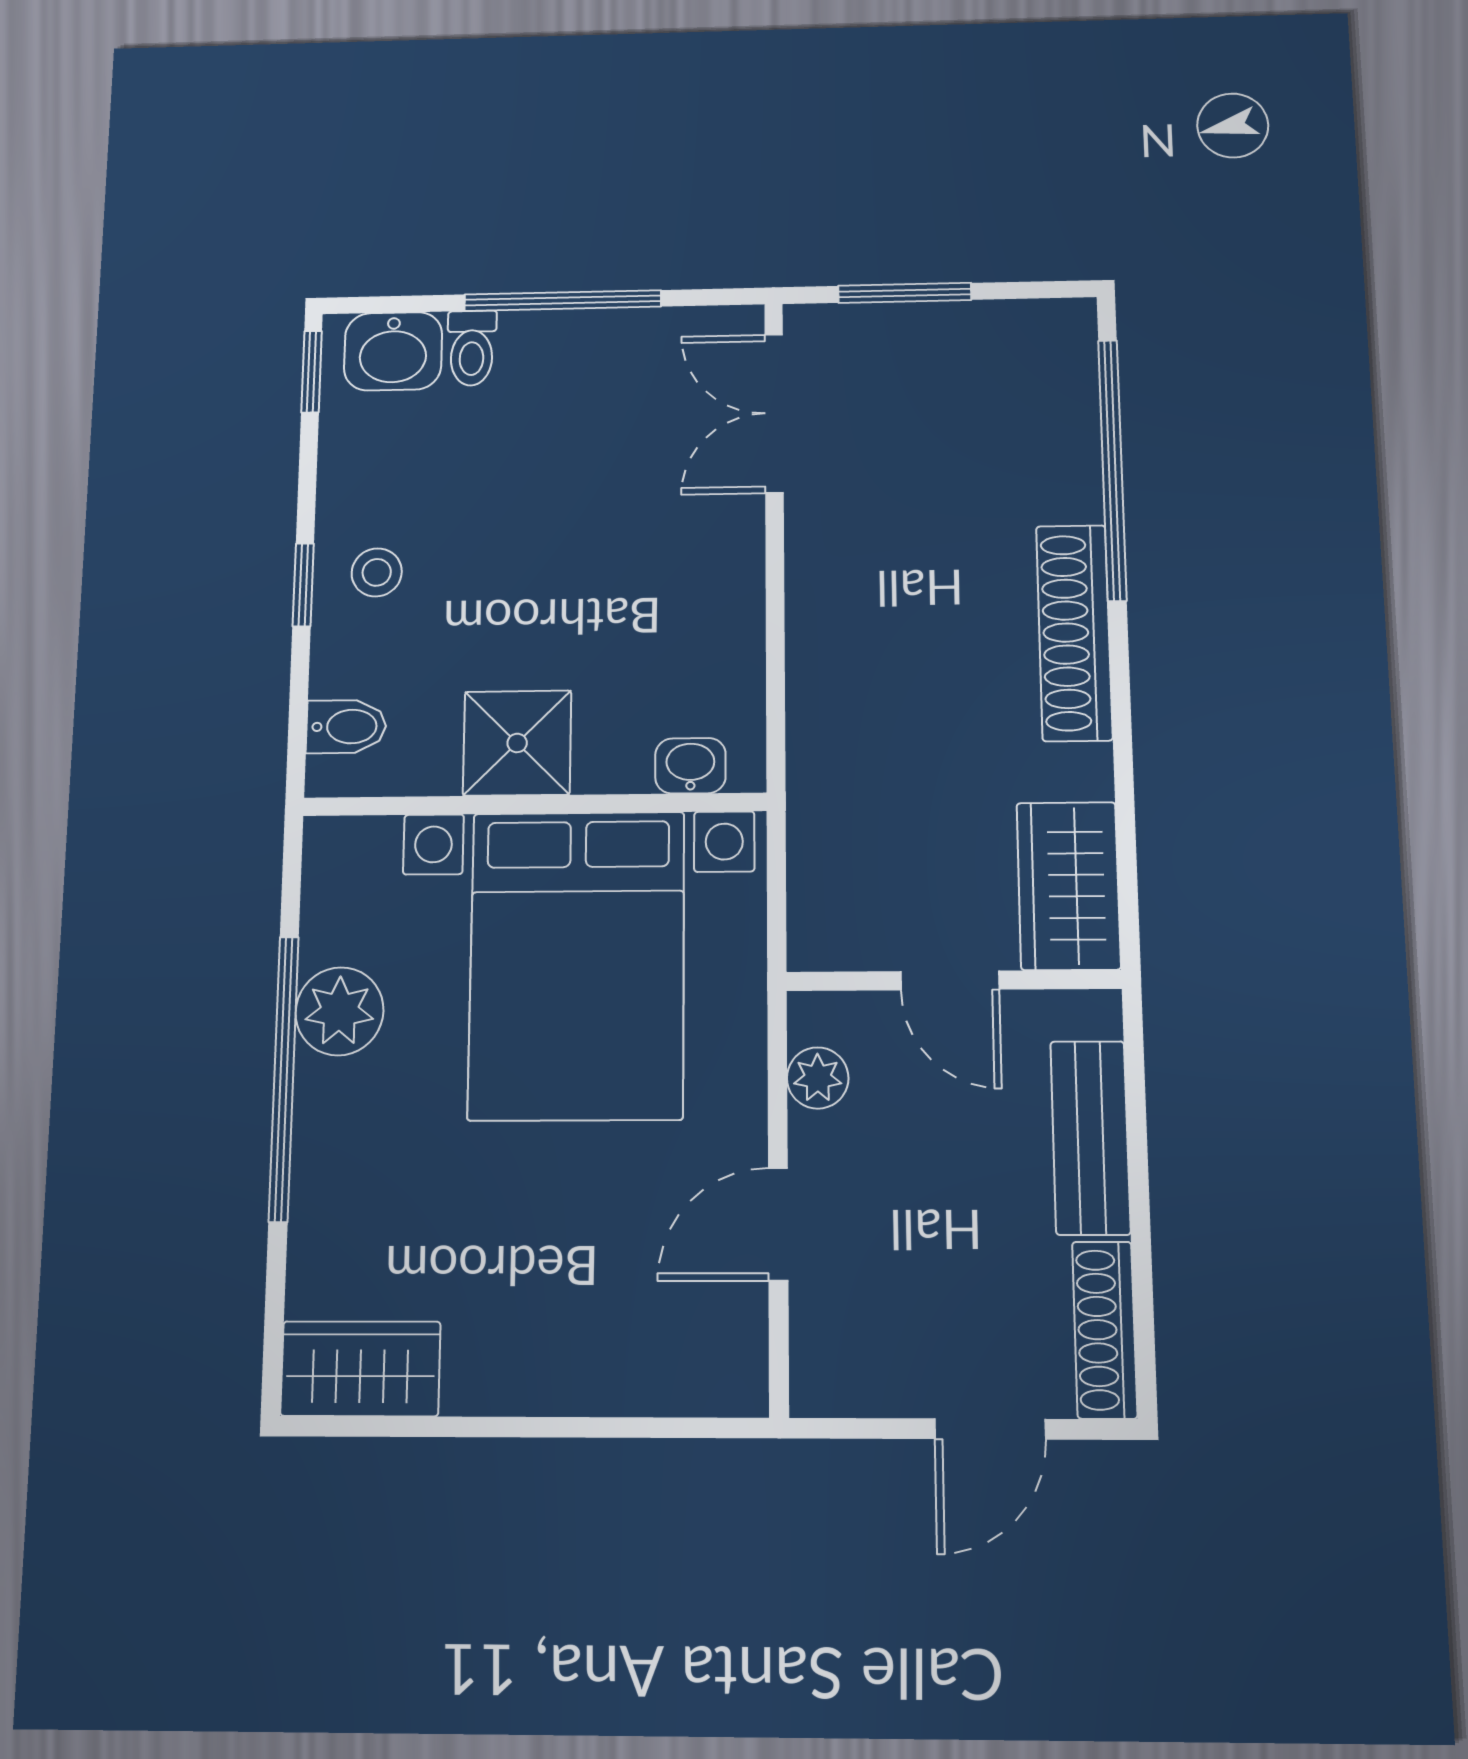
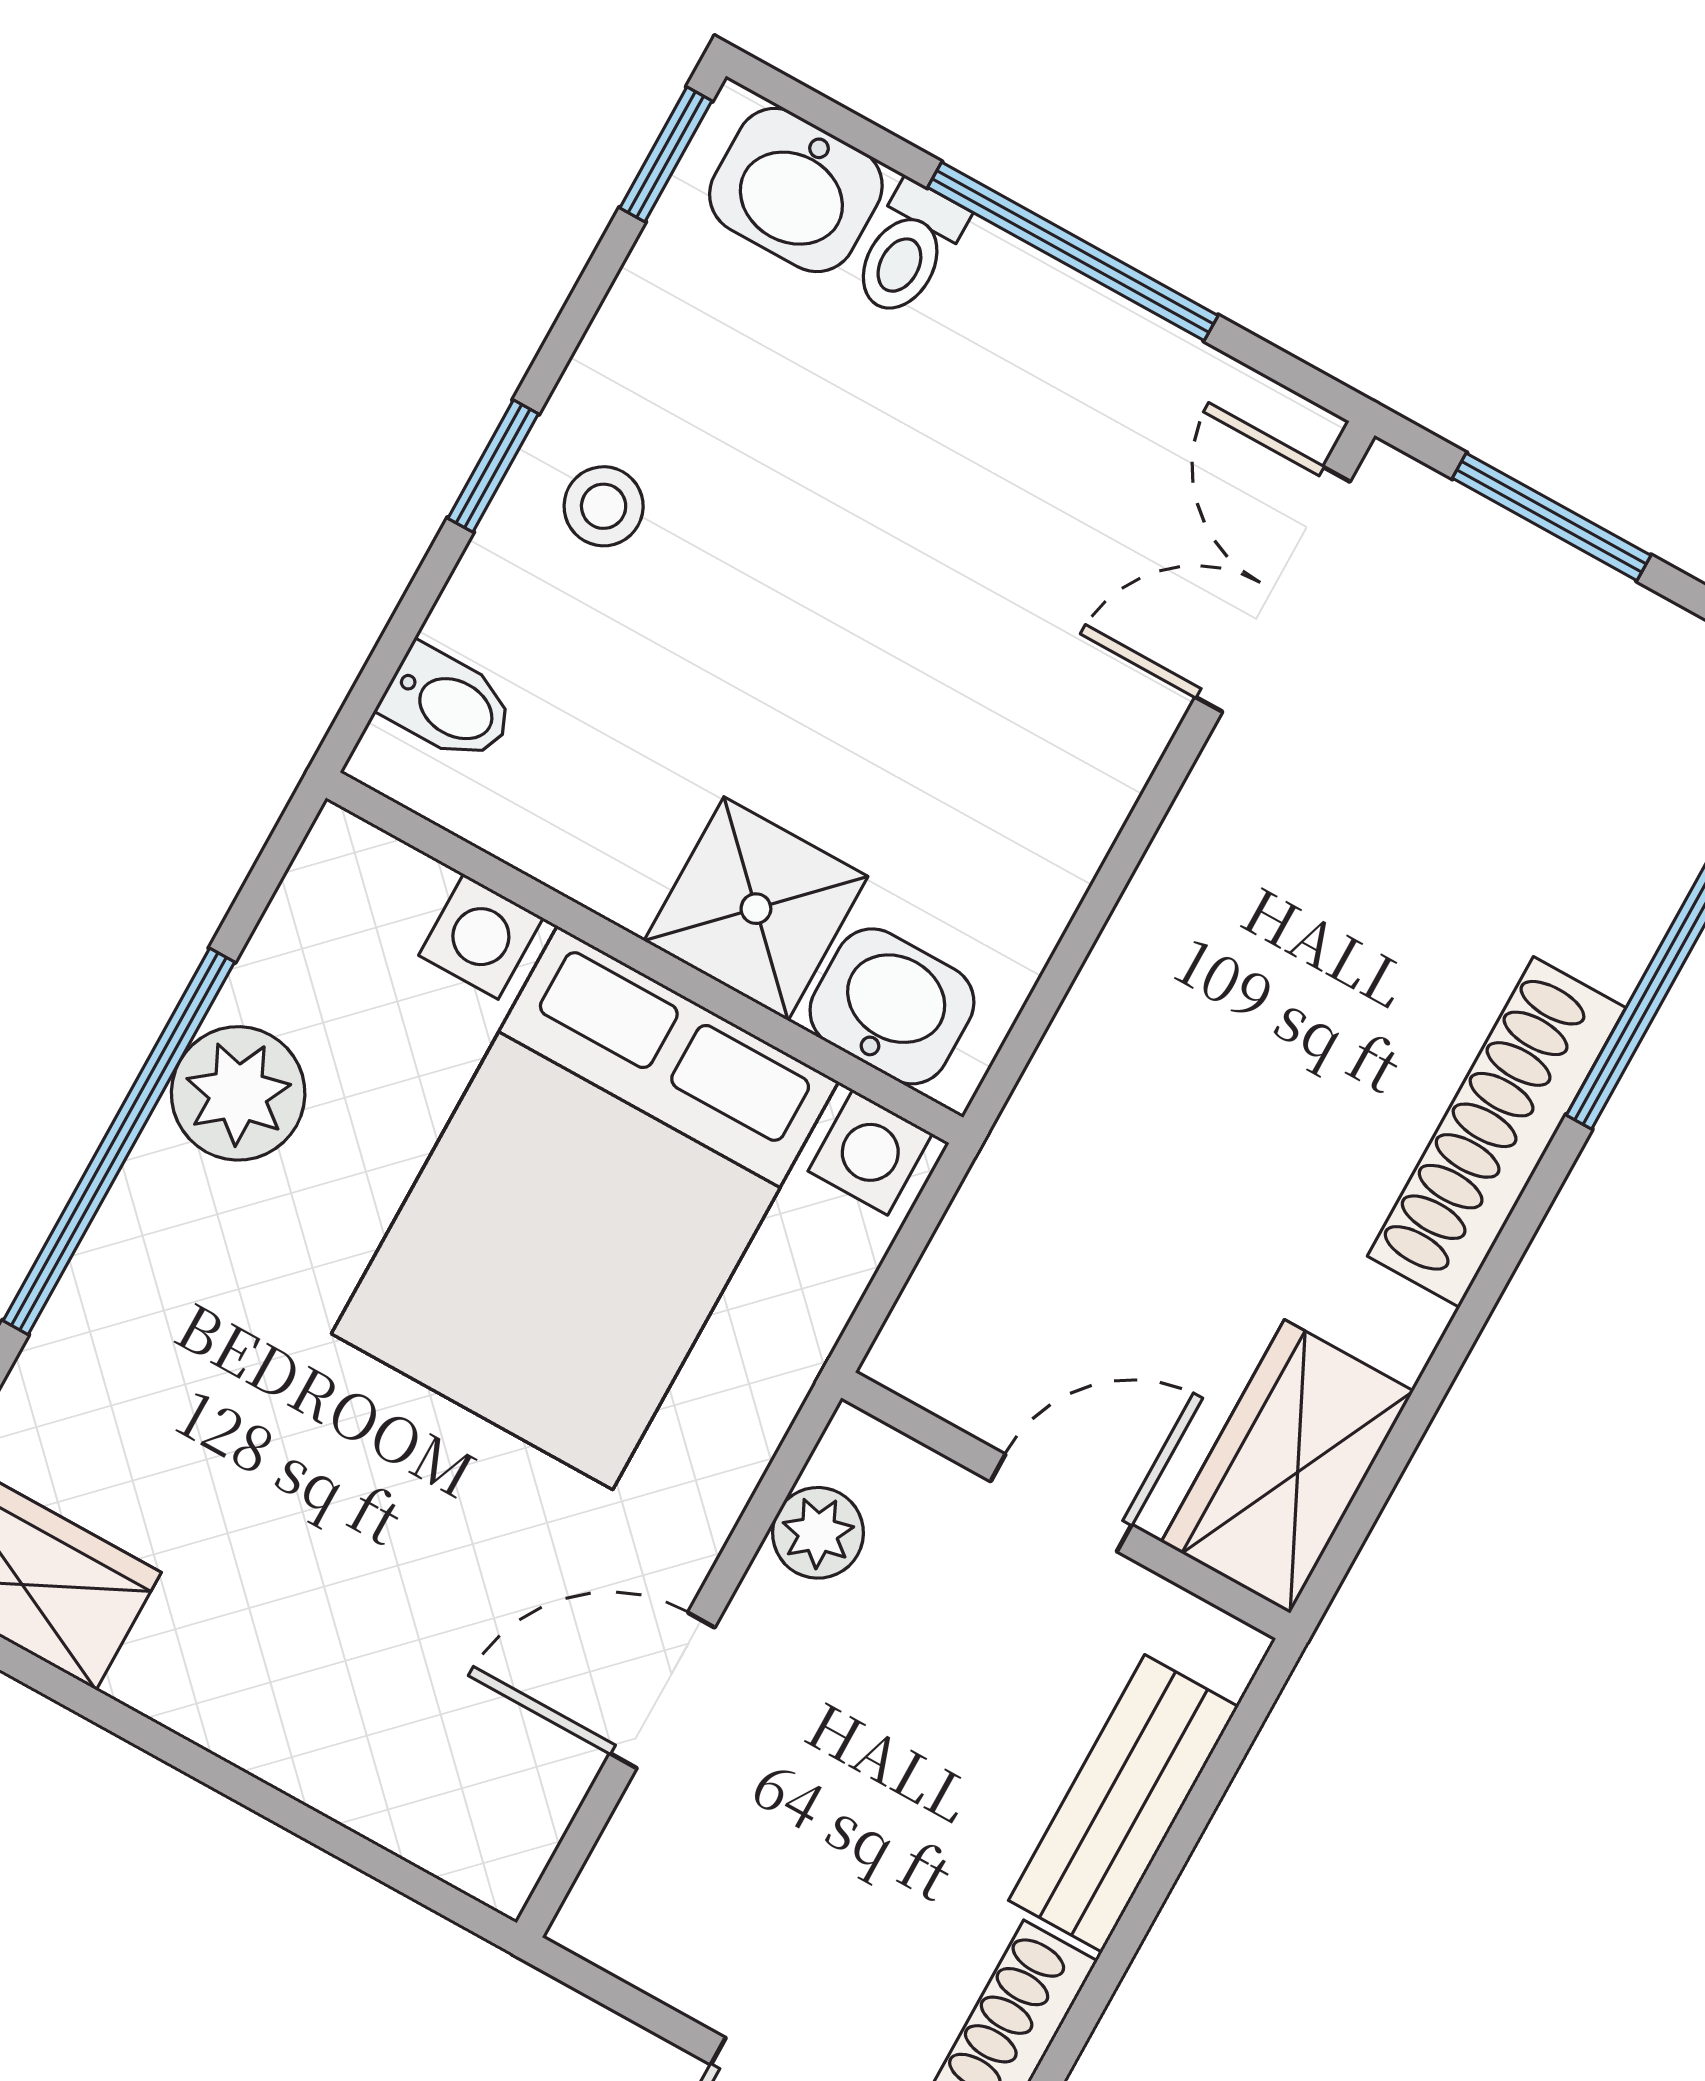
shower: (517, 743) -> (756, 909), moved
washbasin: (690, 766) -> (892, 1006), width x1.38, depth x1.45
door: (950, 980) -> (1061, 1503), swing flipped

